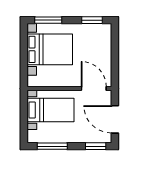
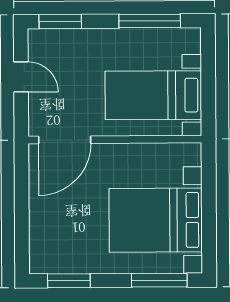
door: (94, 89) -> (65, 140), hinge flipped
door: (115, 119) -> (21, 77), width x0.53

